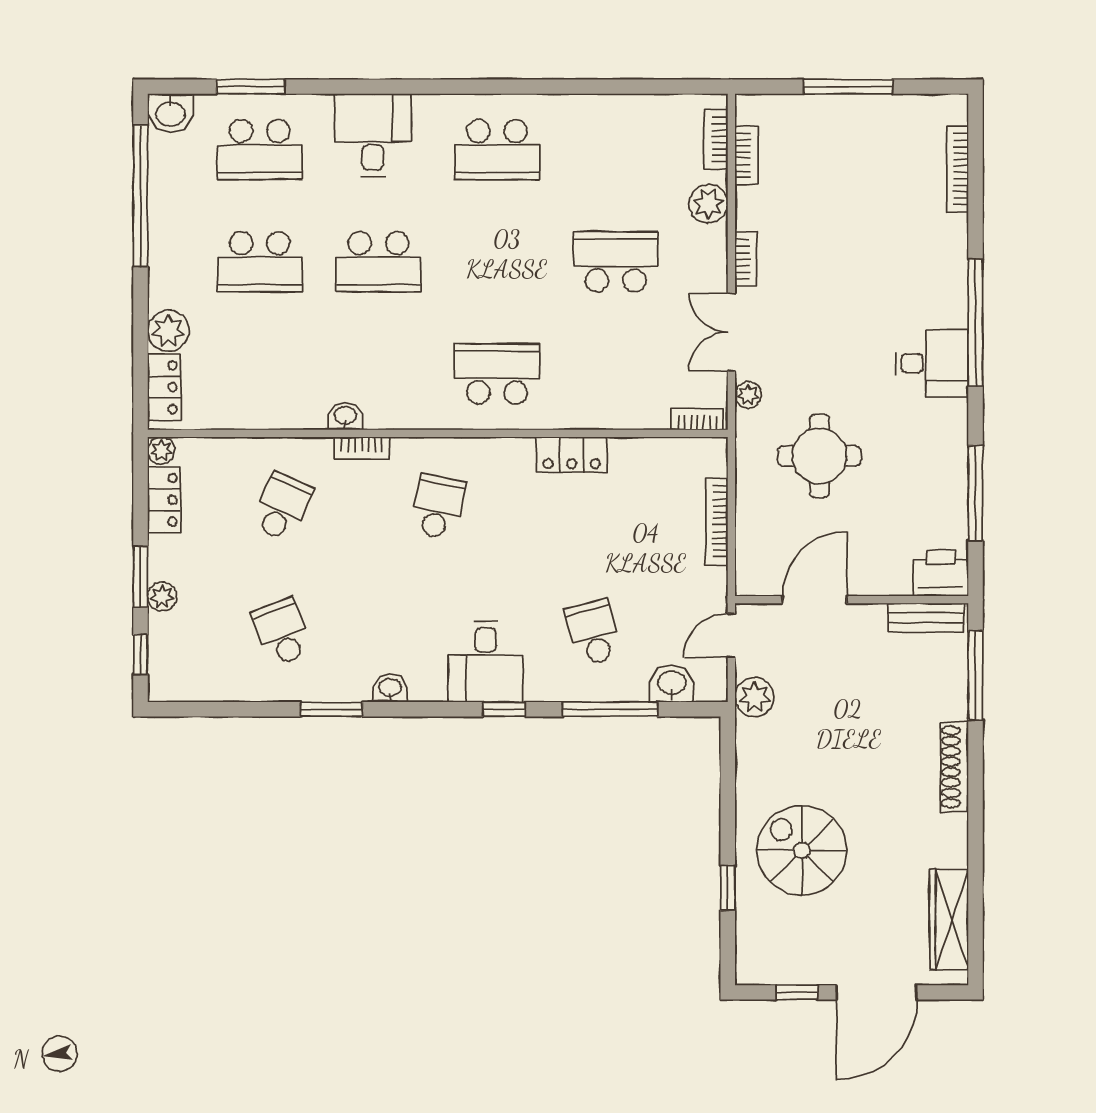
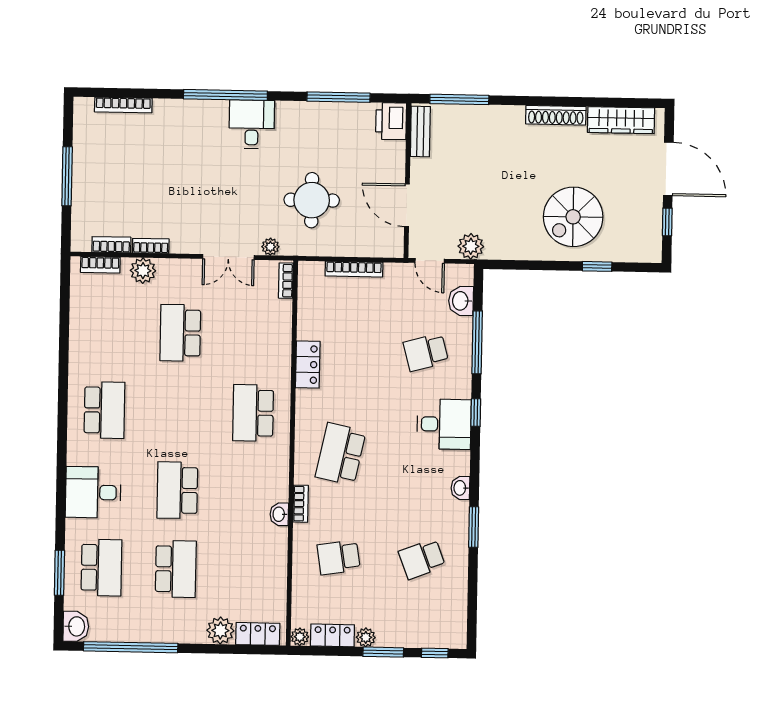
bookcase: (746, 259) -> (151, 246), moved
school desk: (378, 262) -> (177, 490), turned 180
school desk: (282, 507) -> (339, 557), turned -33
school desk: (438, 507) -> (341, 454), width x1.85
plant: (162, 597) -> (366, 637), moved
shoe rack: (954, 767) -> (556, 115), moved

